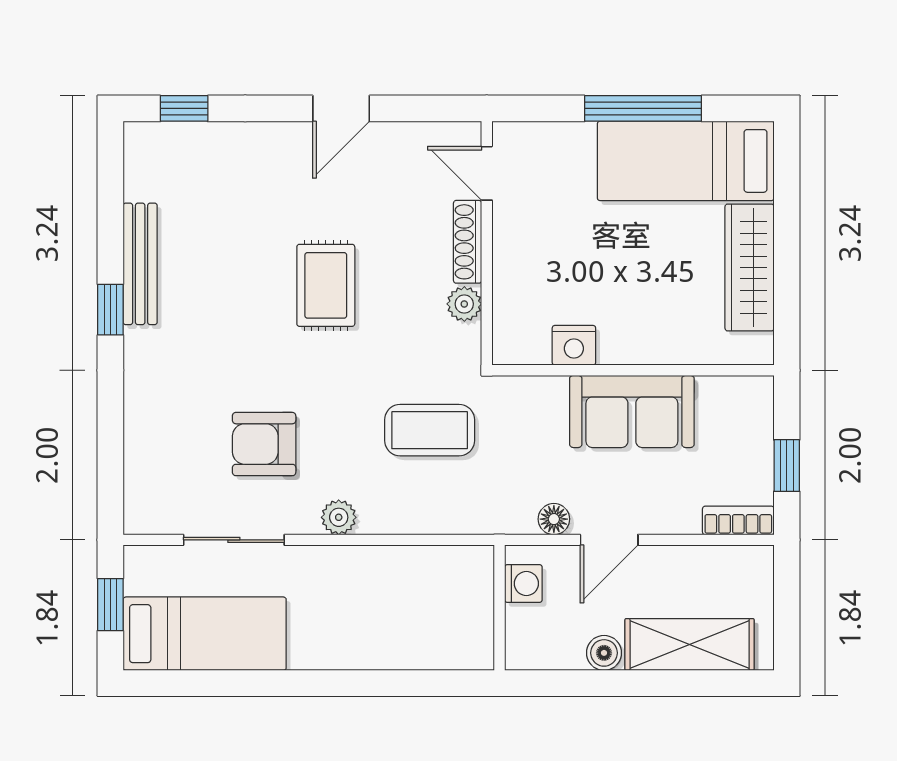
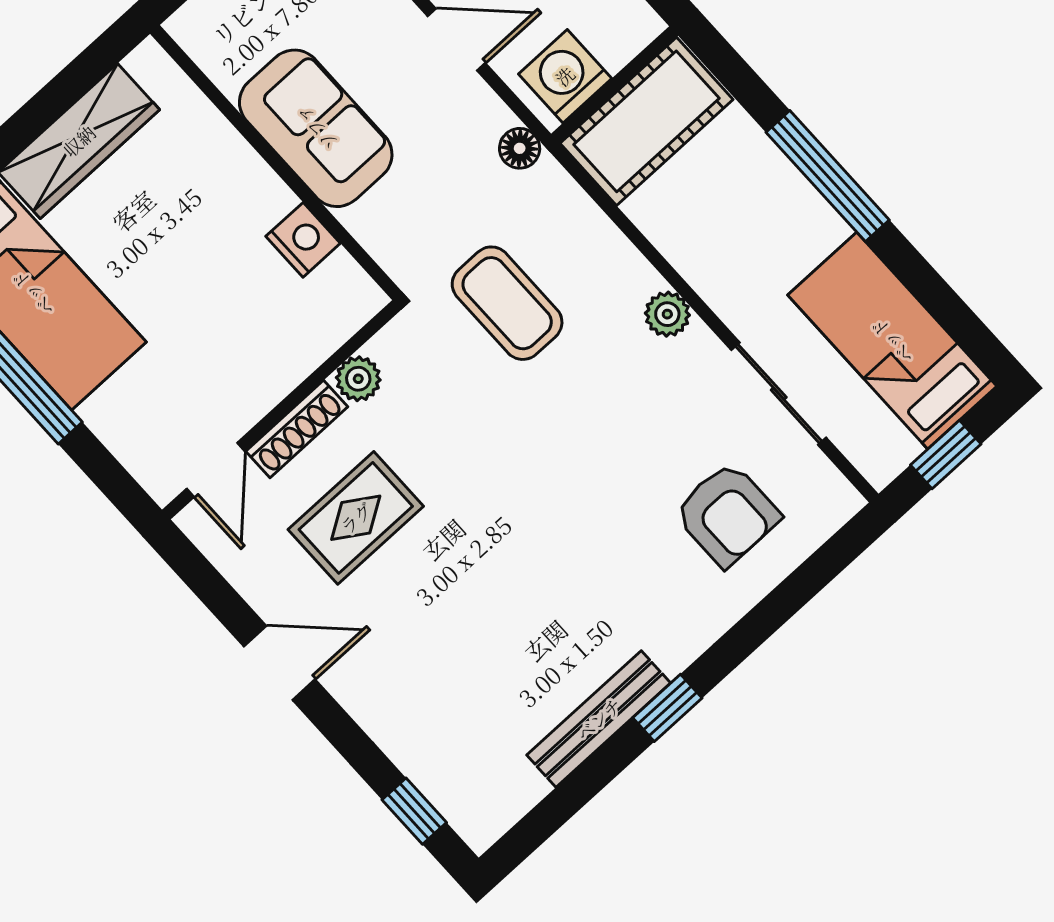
rug: (326, 285) -> (356, 518), moved
armchair: (264, 444) -> (727, 514), moved
floor lamp: (554, 519) -> (520, 148), moved
washing machine: (523, 584) -> (565, 76), width x1.38, depth x1.38
cot: (461, 607) -> (646, 121), added
window: (334, 683) -> (828, 176), added

